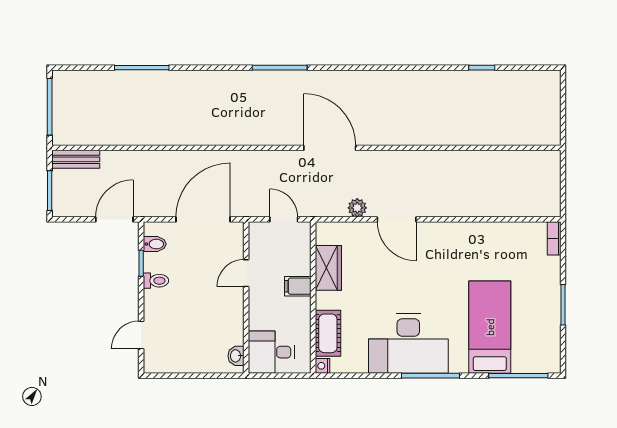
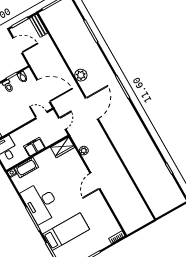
plant: (213, 133) -> (81, 75), added
door: (330, 148) -> (92, 108), moved
door: (114, 219) -> (18, 45), moved
door: (397, 219) -> (95, 181), moved
wardrobe: (328, 268) -> (62, 147), moved
door: (246, 273) -> (41, 115), moved
filing cabinet: (298, 286) -> (34, 147), width x2.00

